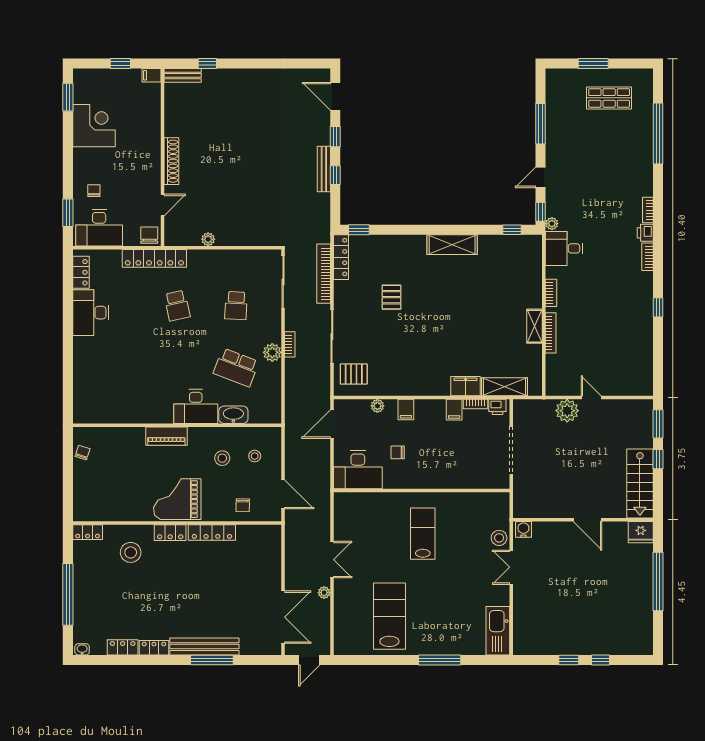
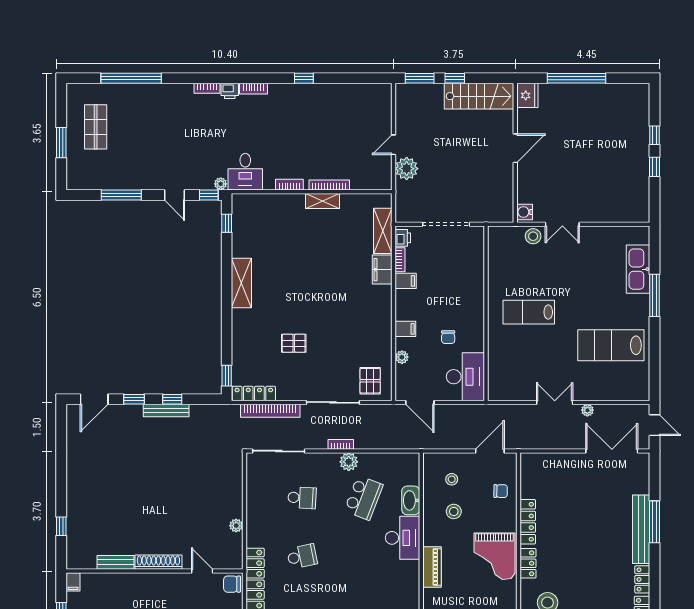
bench: (183, 75) -> (115, 562), moved, turned 90
kitchen sink: (498, 631) -> (638, 269), moved, turned 90

